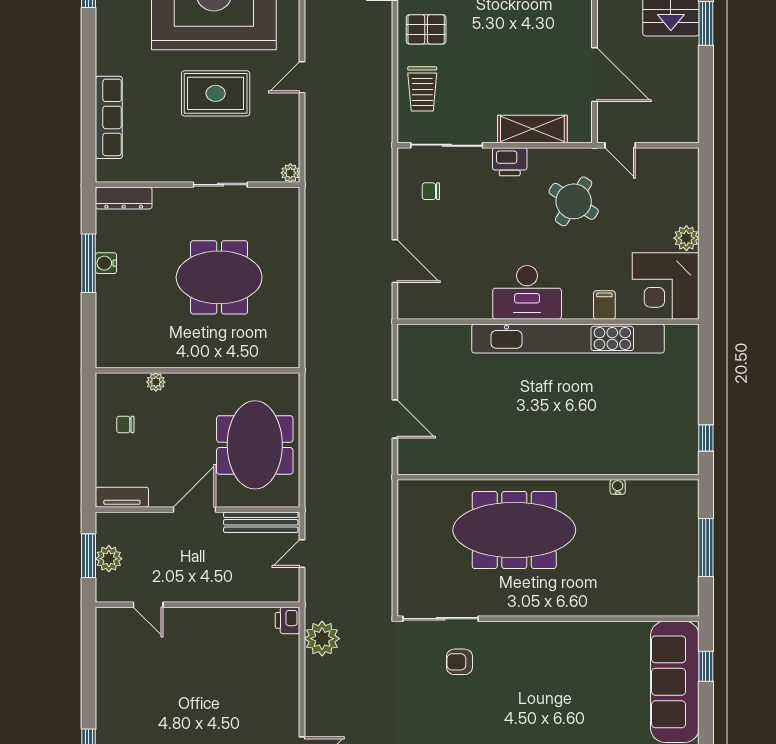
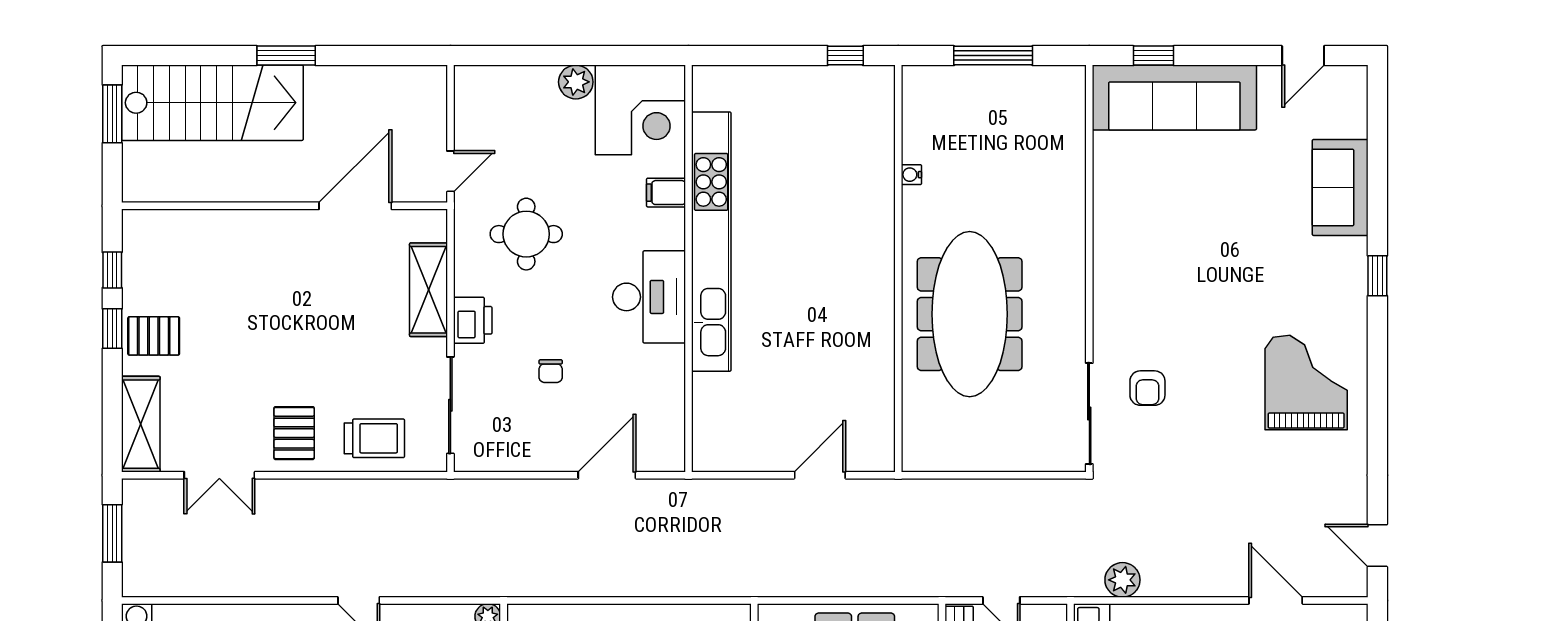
chair: (431, 191) -> (551, 371), moved
round table: (574, 201) -> (526, 234), turned -32
plant: (322, 639) -> (1122, 580), width x0.73, depth x0.73

